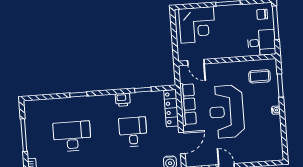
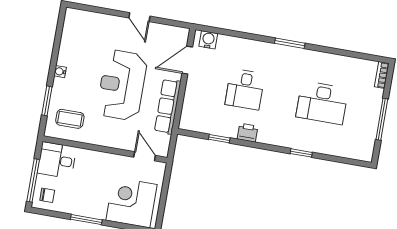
locker: (171, 108) -> (190, 107), removed
reception desk: (227, 112) -> (122, 85), turned 180

